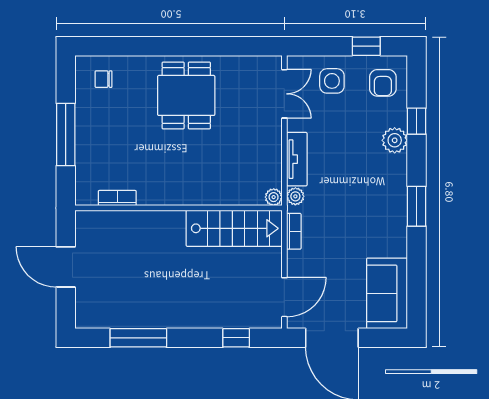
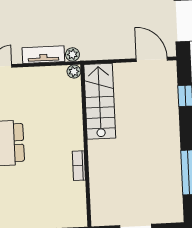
bookcase: (117, 198) -> (79, 166), moved
bookcase: (294, 231) -> (100, 54), removed

